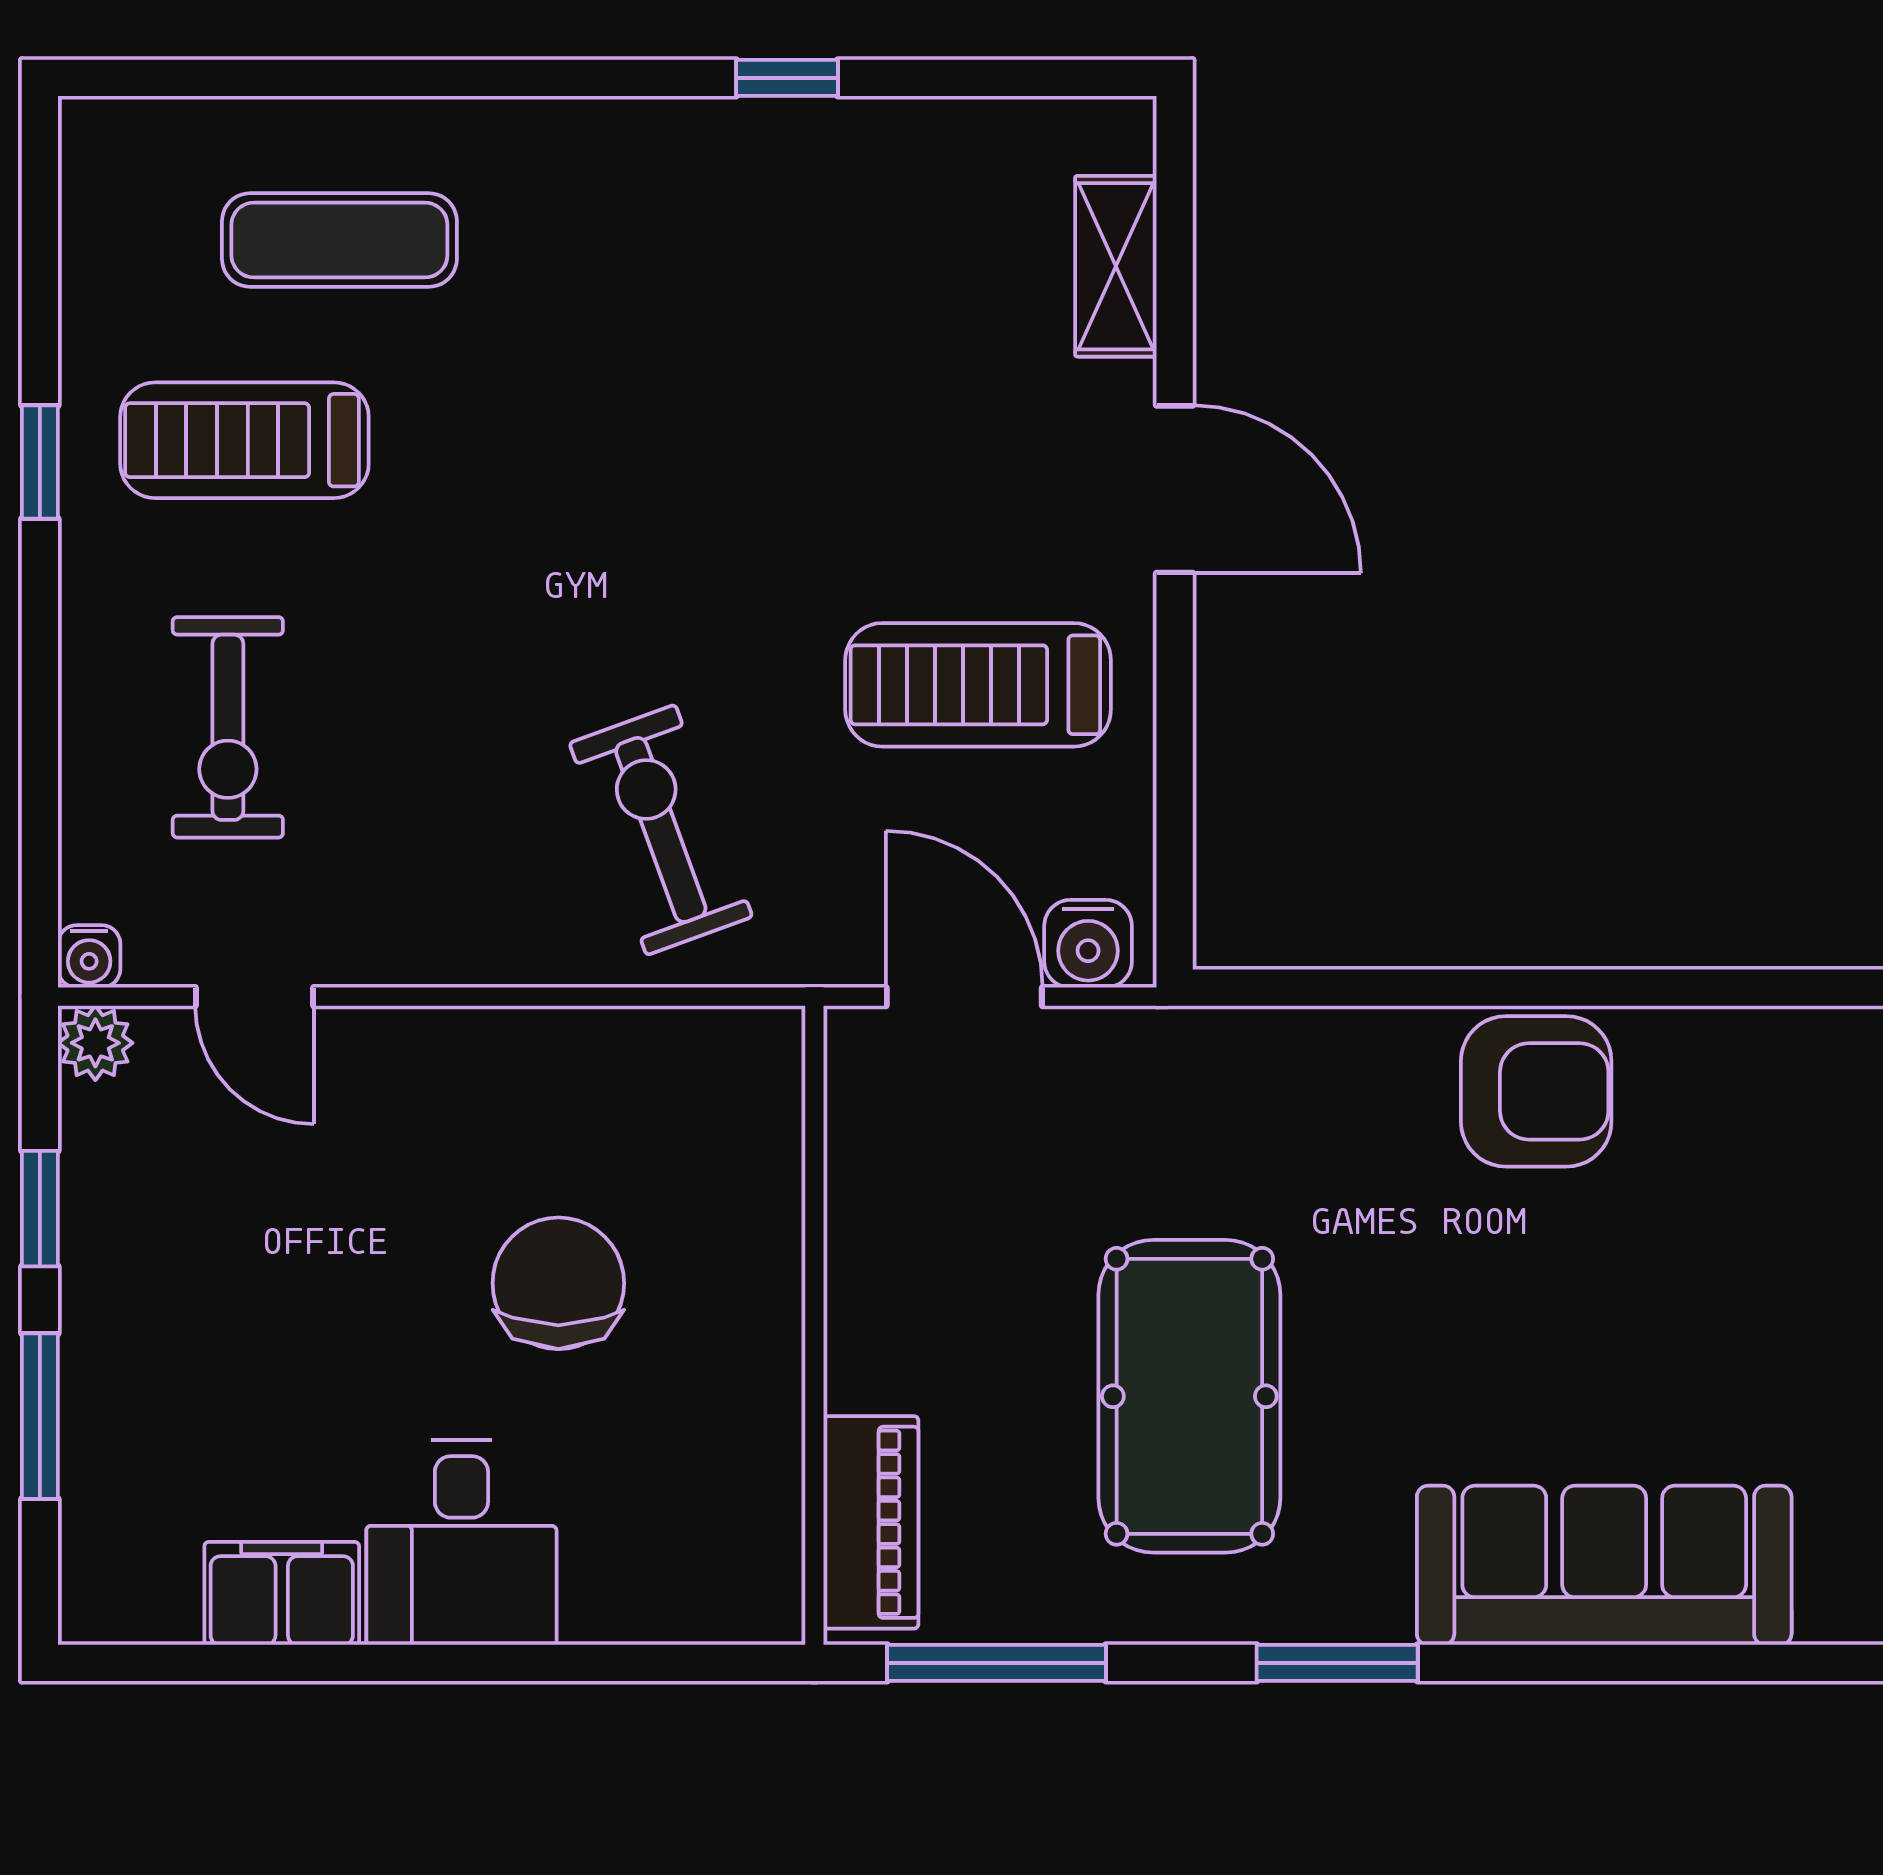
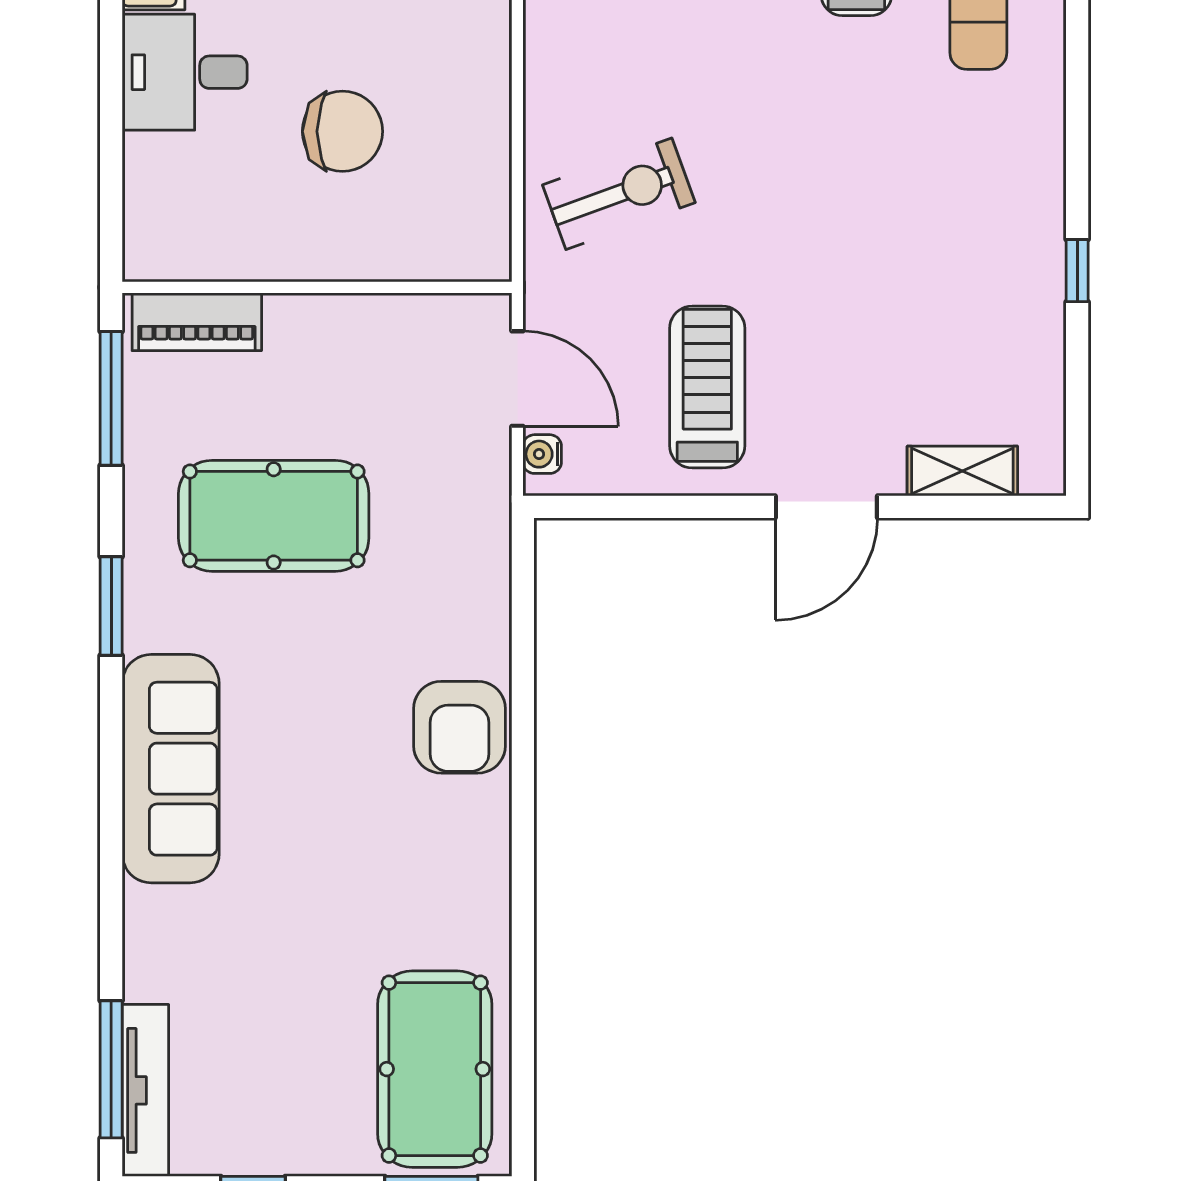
water cooler: (1088, 944) -> (542, 454), width x0.72, depth x0.72
door: (964, 997) -> (517, 379), hinge flipped

